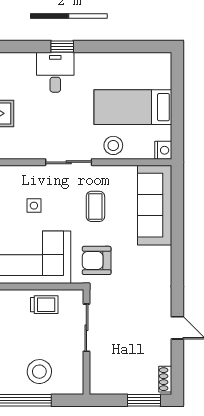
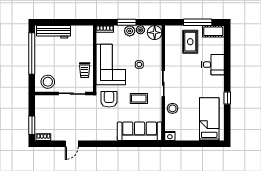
window: (62, 46) -> (227, 98), moved
desk: (55, 72) -> (213, 65), moved
bed: (133, 107) -> (209, 119), moved
stool: (39, 372) -> (48, 82), moved

